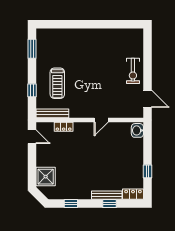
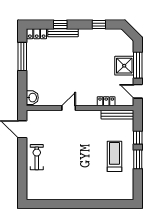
window: (32, 49) -> (138, 159), moved
treadmill: (57, 83) -> (114, 156), moved
window: (32, 163) -> (138, 65), added
window: (147, 171) -> (22, 56), width x2.17
shower: (46, 177) -> (124, 66), moved

